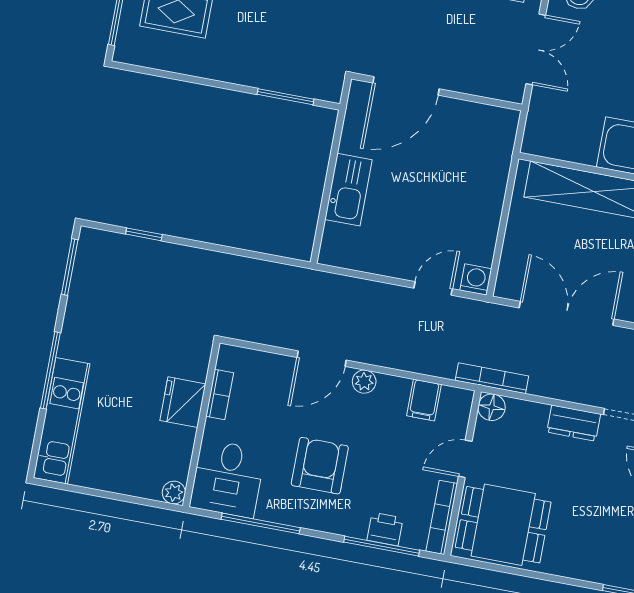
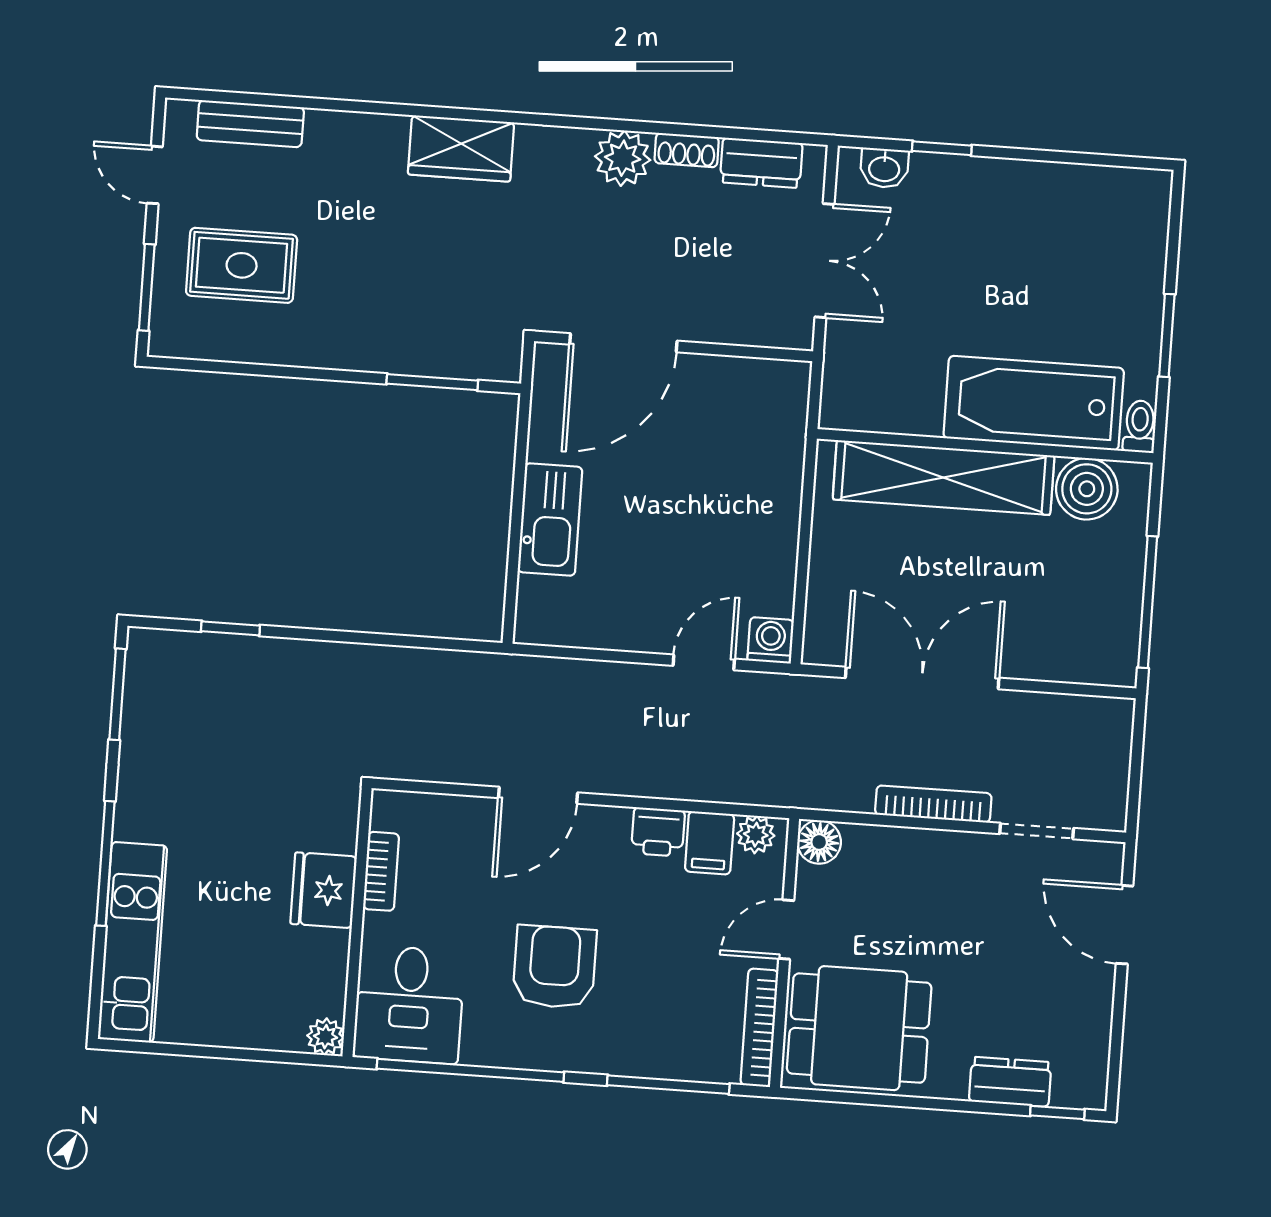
bookcase: (492, 378) -> (933, 804), moved
plant: (364, 382) -> (756, 835), moved
dresser: (574, 423) -> (1010, 1082), moved, turned 180
window: (261, 523) -> (470, 1070), width x1.46
printer: (385, 529) -> (658, 832), moved, turned 180

